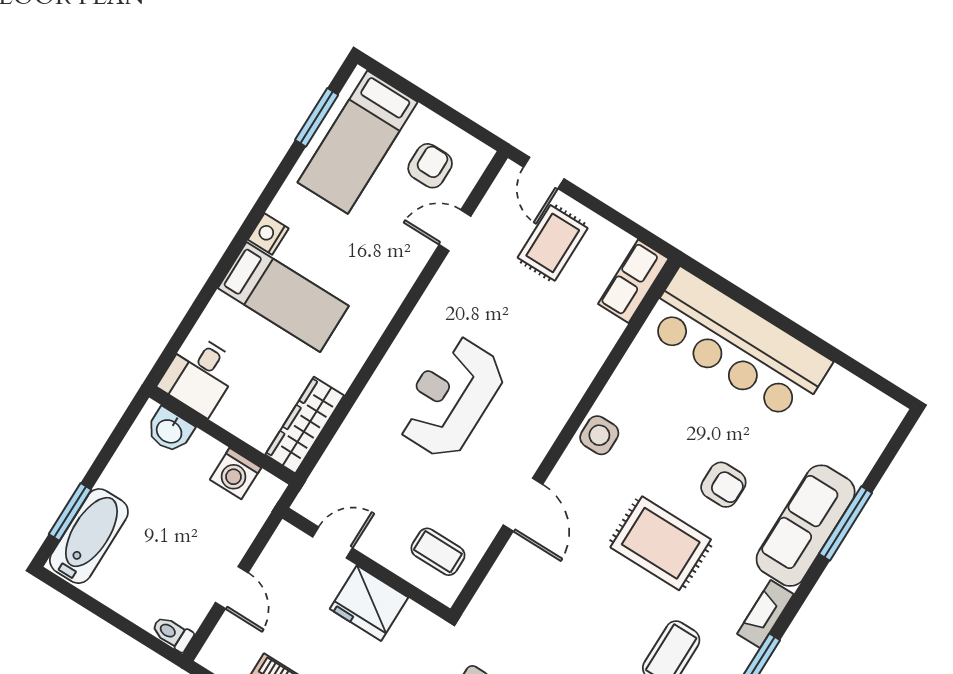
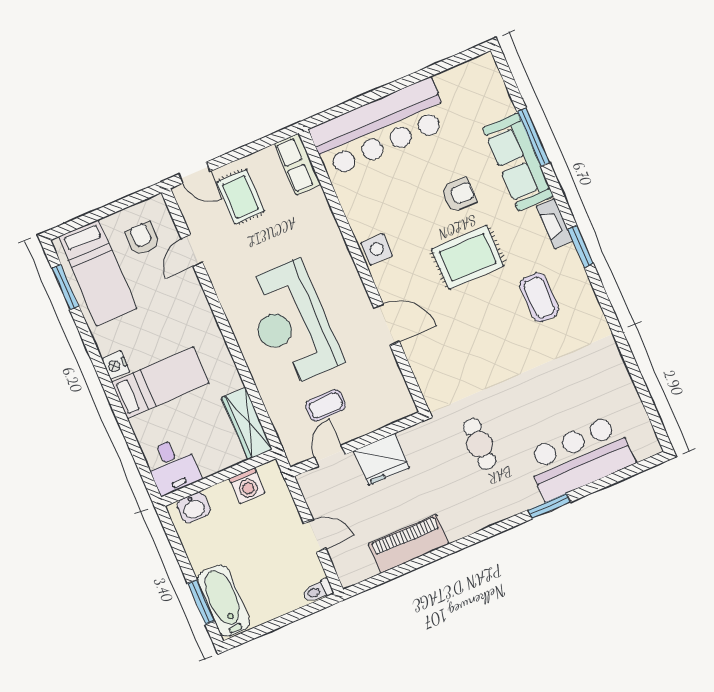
reception desk: (451, 397) -> (291, 323), width x1.36, depth x1.30
coffee table: (438, 552) -> (326, 405), moved

